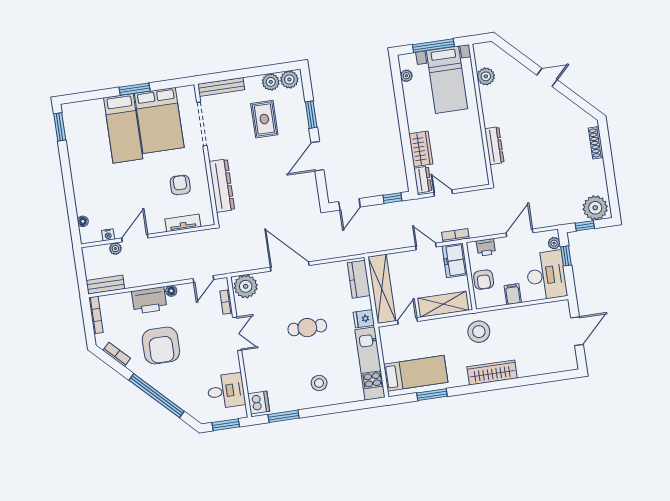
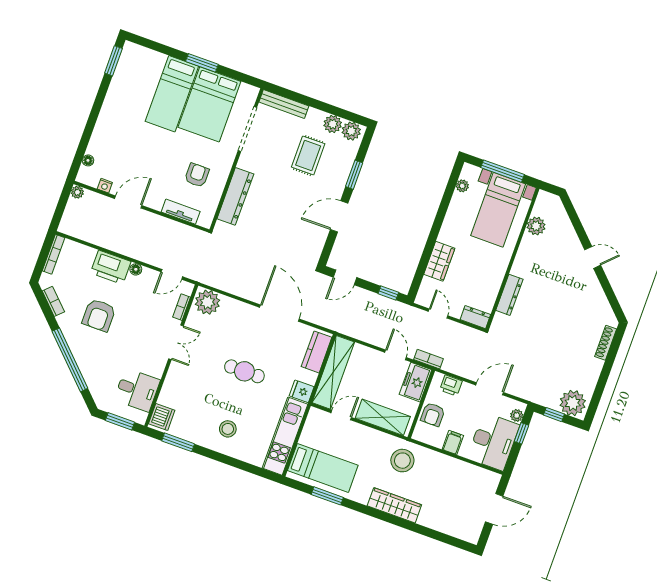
dresser: (423, 180) -> (475, 317), moved, turned -90
plant: (115, 249) -> (77, 192), moved
door: (290, 266) -> (279, 313), moved
bench: (105, 285) -> (77, 231), removed
armchair: (161, 345) -> (99, 315), width x0.73, depth x0.73

